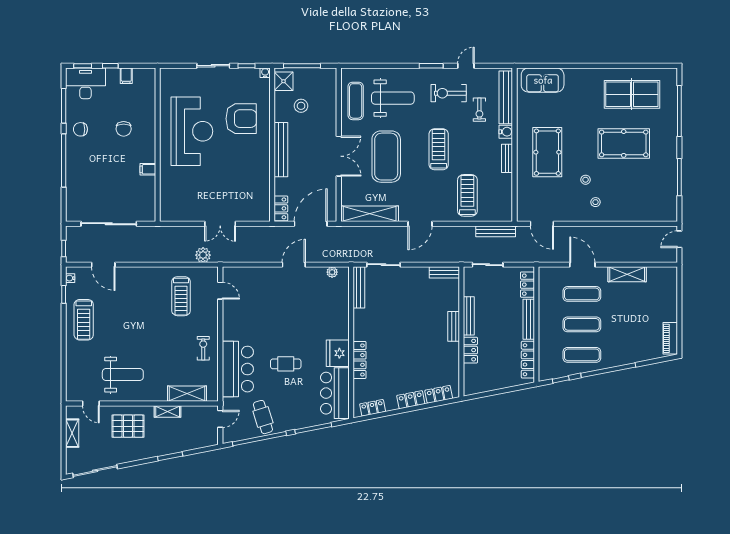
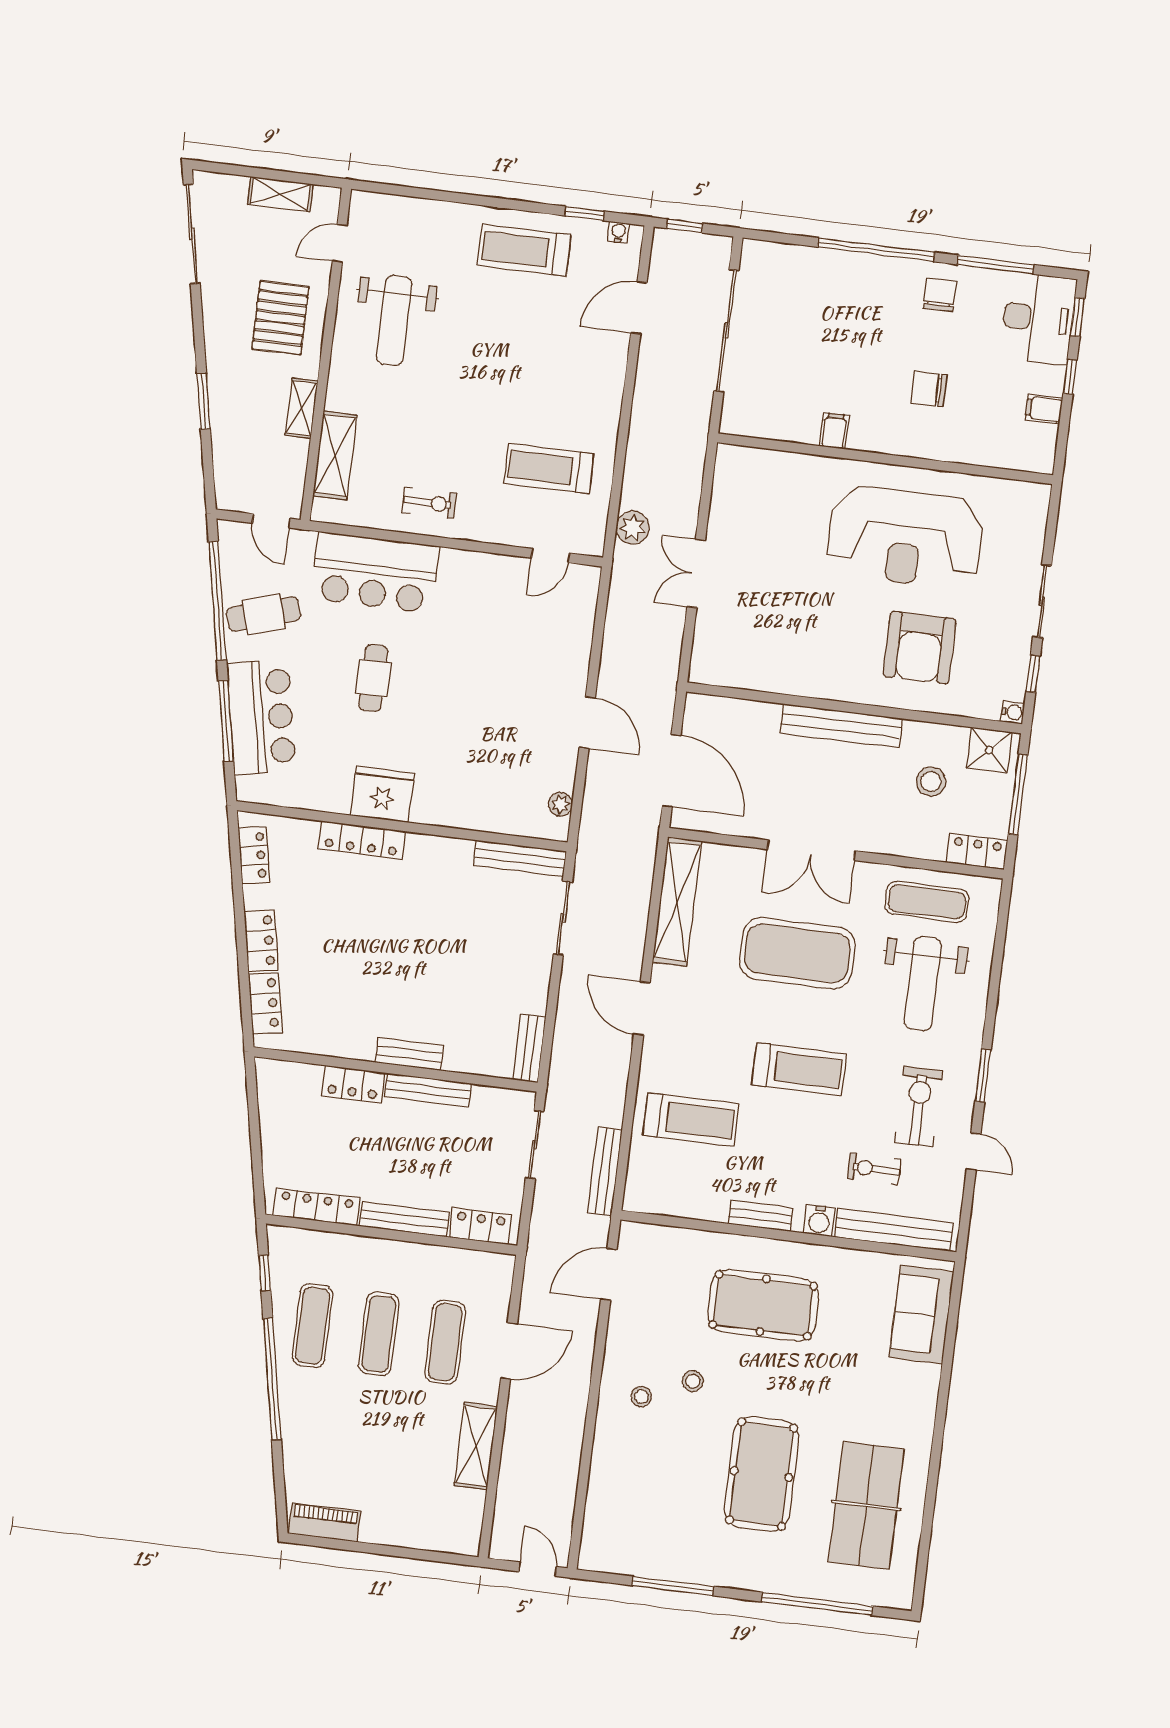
locker: (281, 208) -> (977, 851), moved, turned 180
bar counter: (335, 393) -> (261, 717), moved, turned 79

